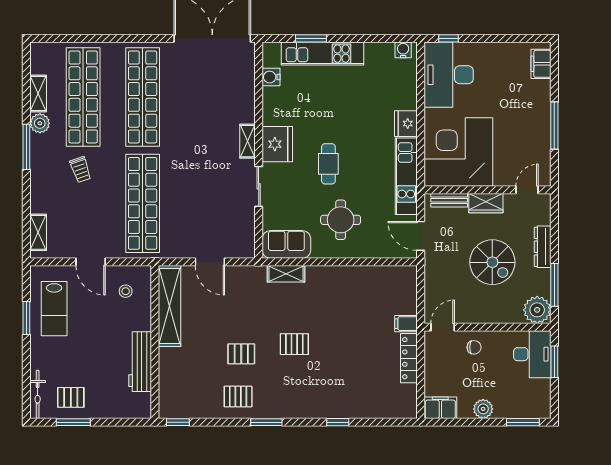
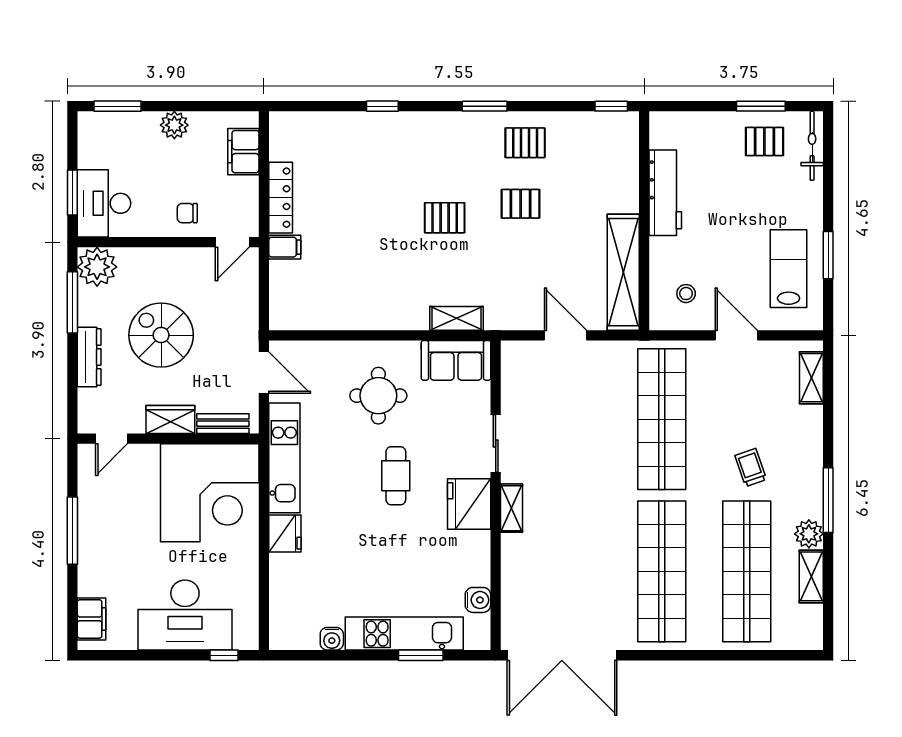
water cooler: (403, 50) -> (332, 639), moved
desk: (449, 75) -> (185, 615), moved, turned 90
filing cabinet: (440, 408) -> (243, 152), moved, turned 90

